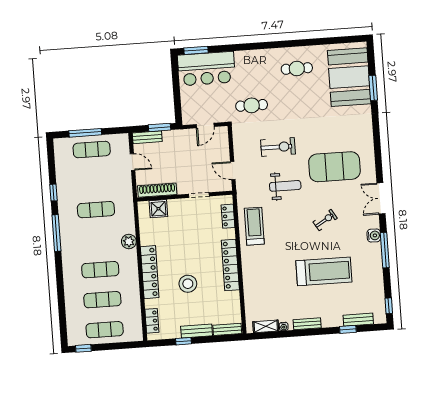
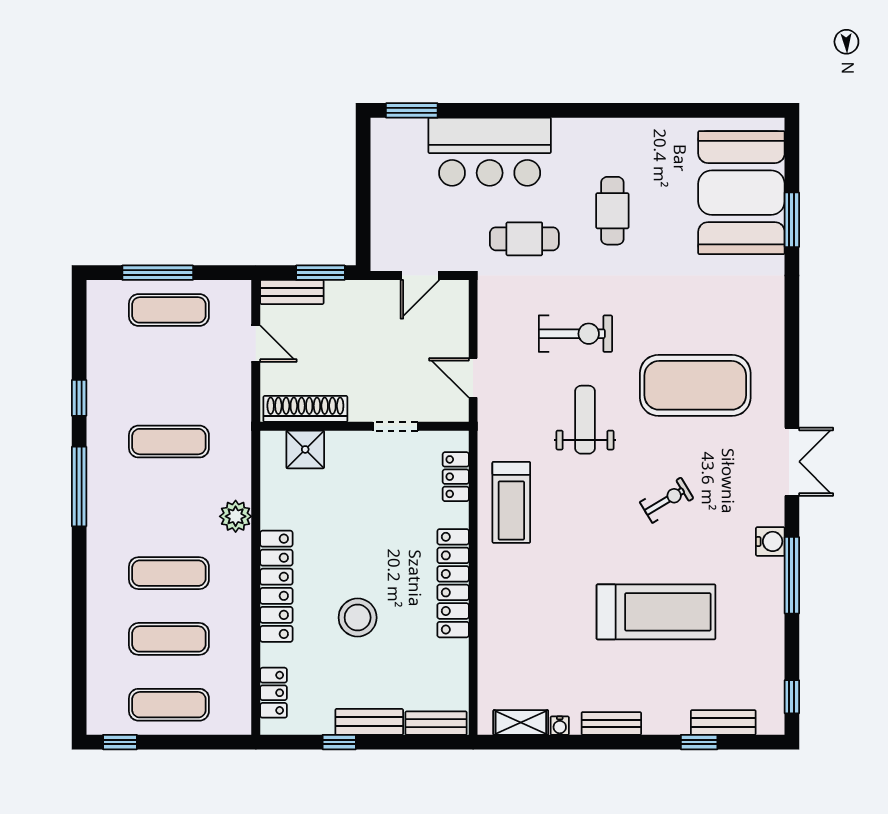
cafe table: (297, 68) -> (612, 211), moved, turned 90
bar counter: (206, 69) -> (490, 152), moved
weight bench: (285, 186) -> (585, 420), turned -90
double door: (381, 198) -> (792, 462), swing flipped
treadmill: (254, 226) -> (511, 502), turned 180

